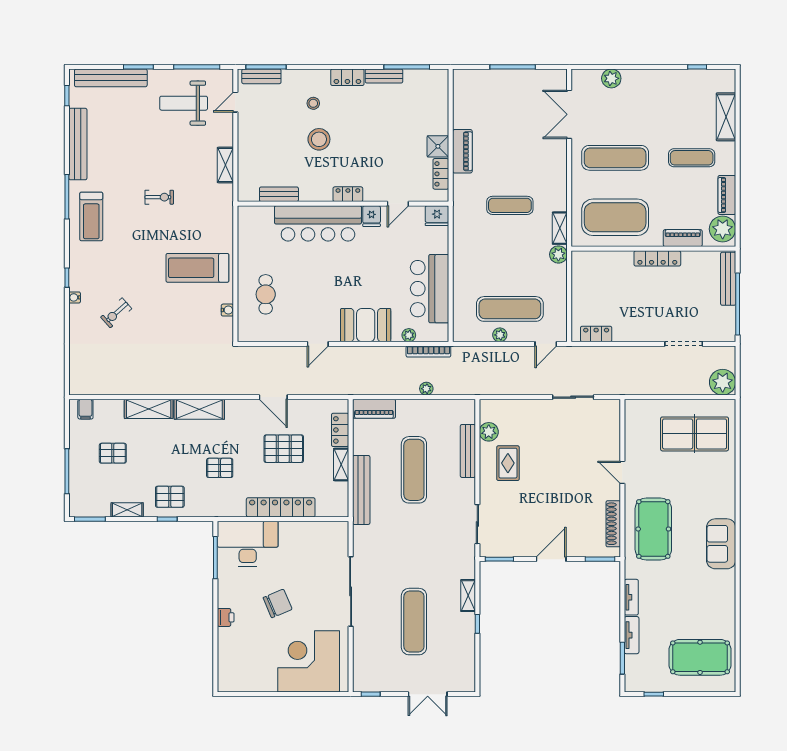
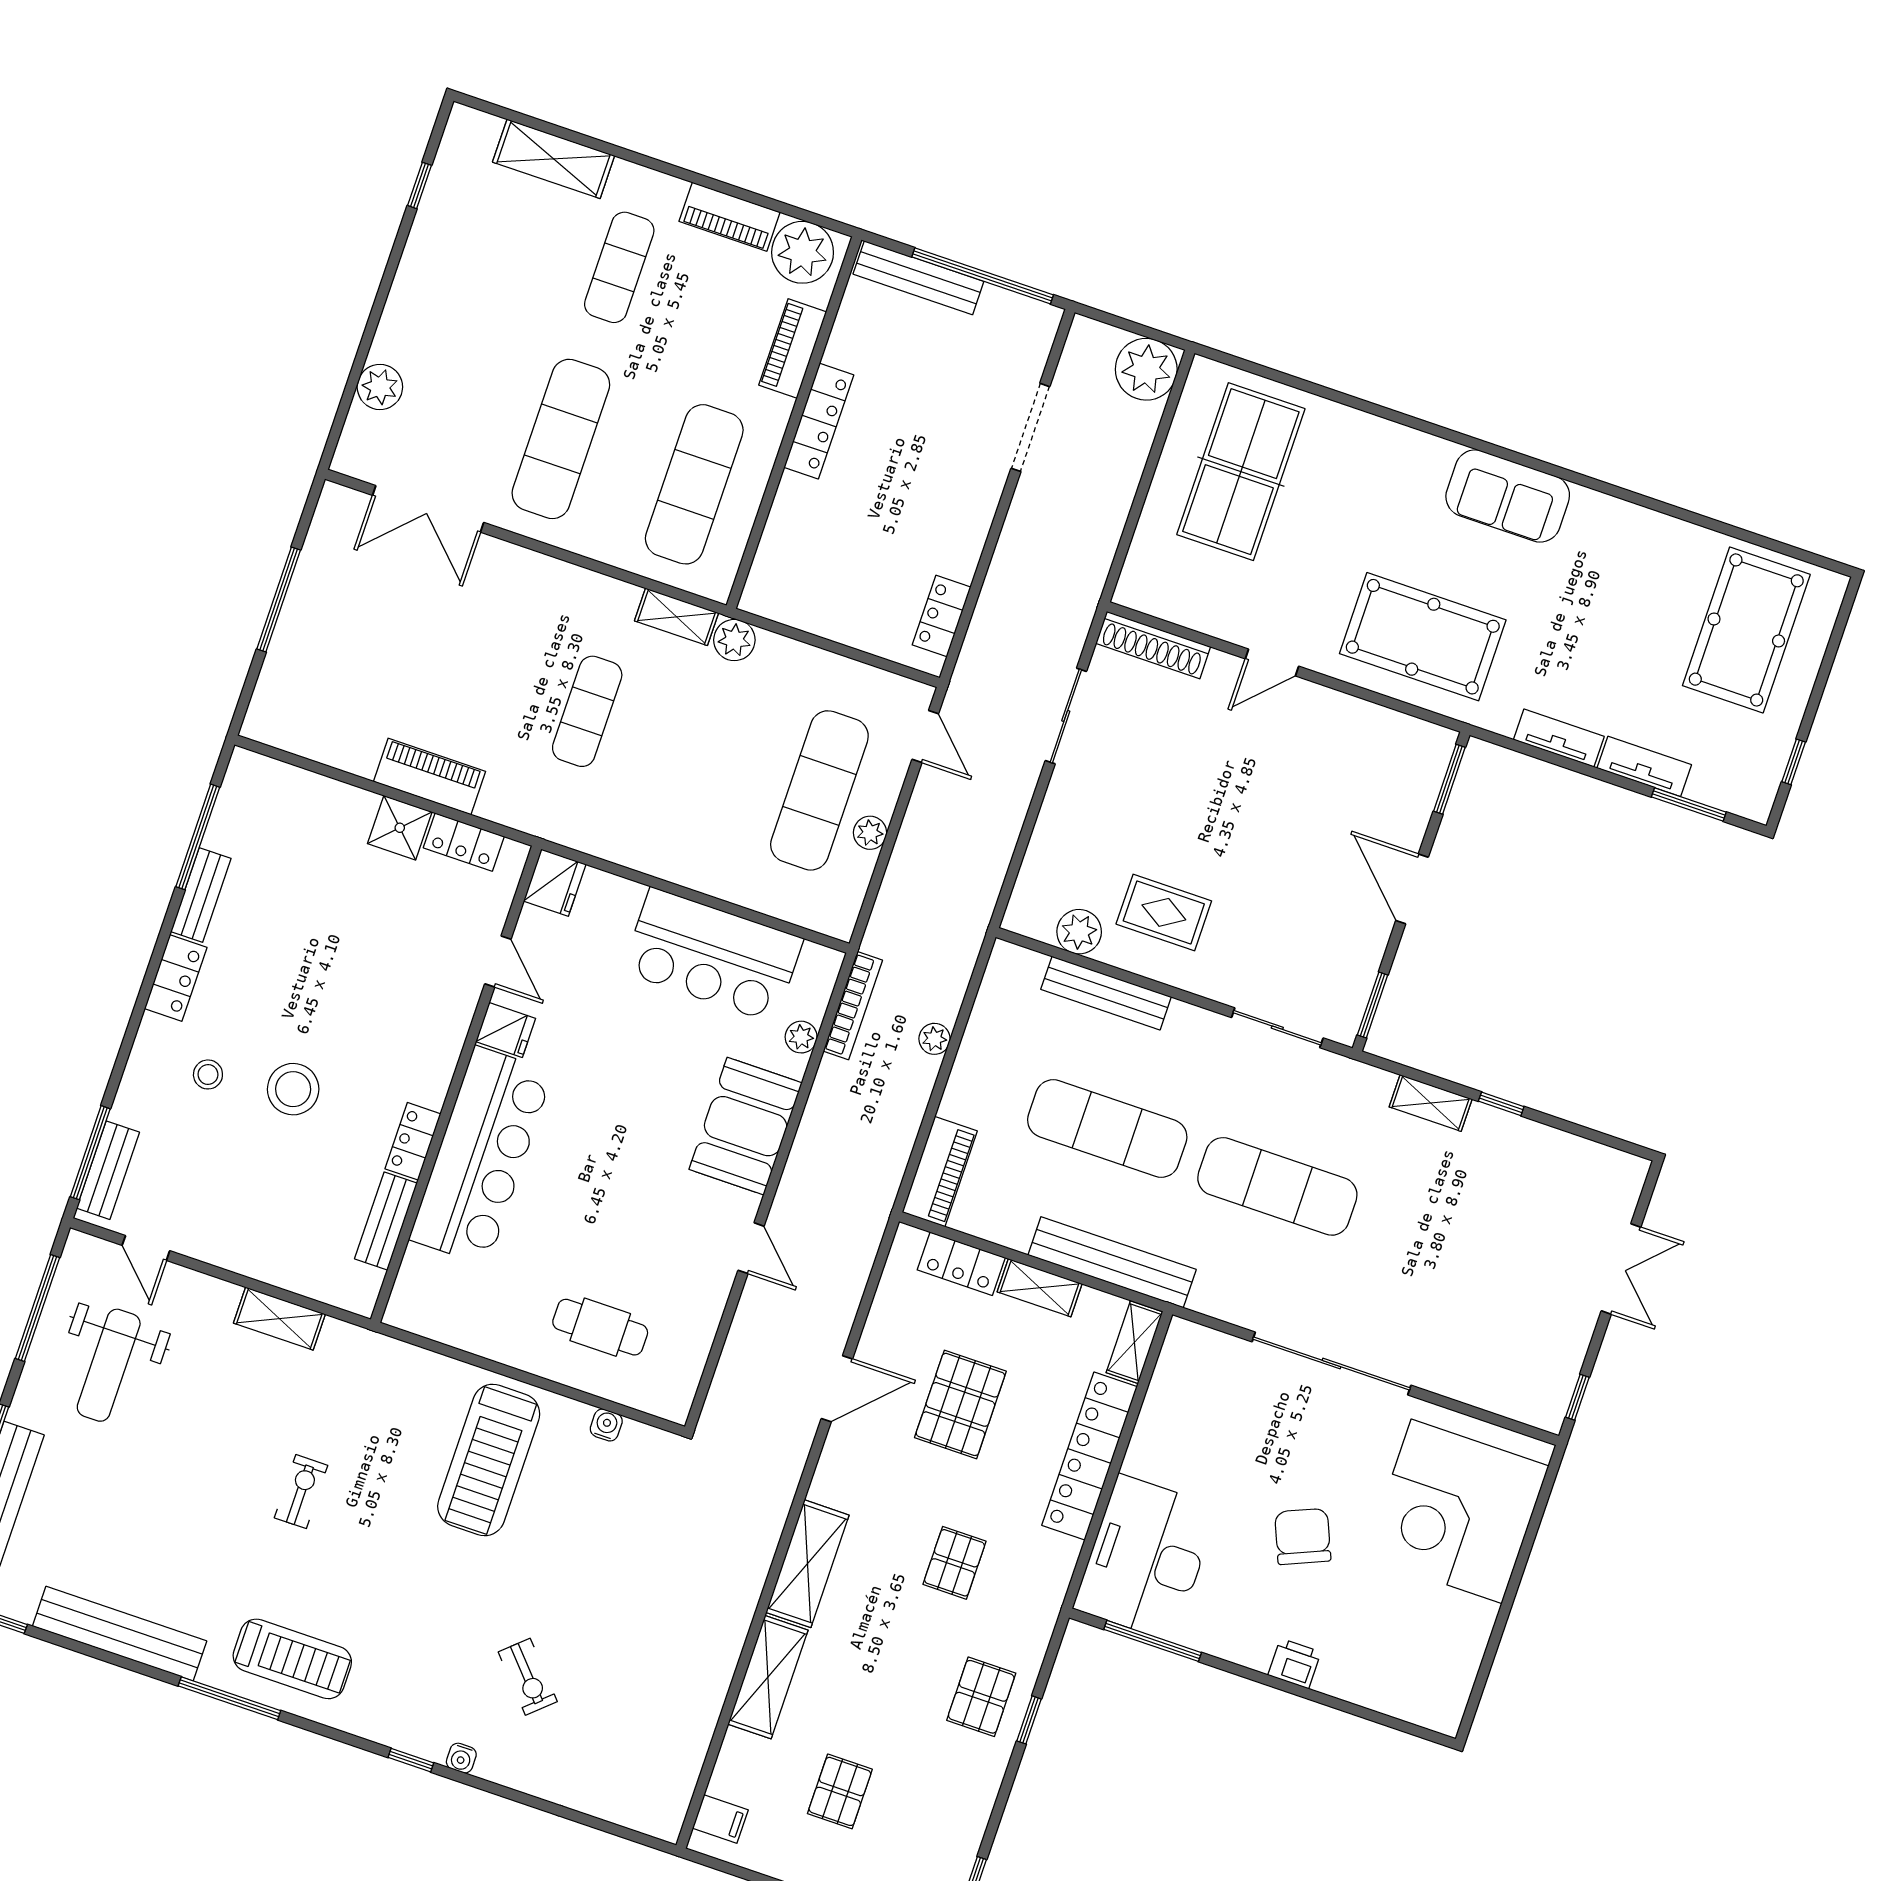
locker: (348, 194) -> (413, 1141), moved
exercise mat: (615, 217) -> (694, 484), width x0.68
shelving: (127, 510) -> (1134, 1342), moved
shoe rack: (613, 524) -> (1153, 645), moved
exercise mat: (414, 622) -> (1277, 1186), moved

